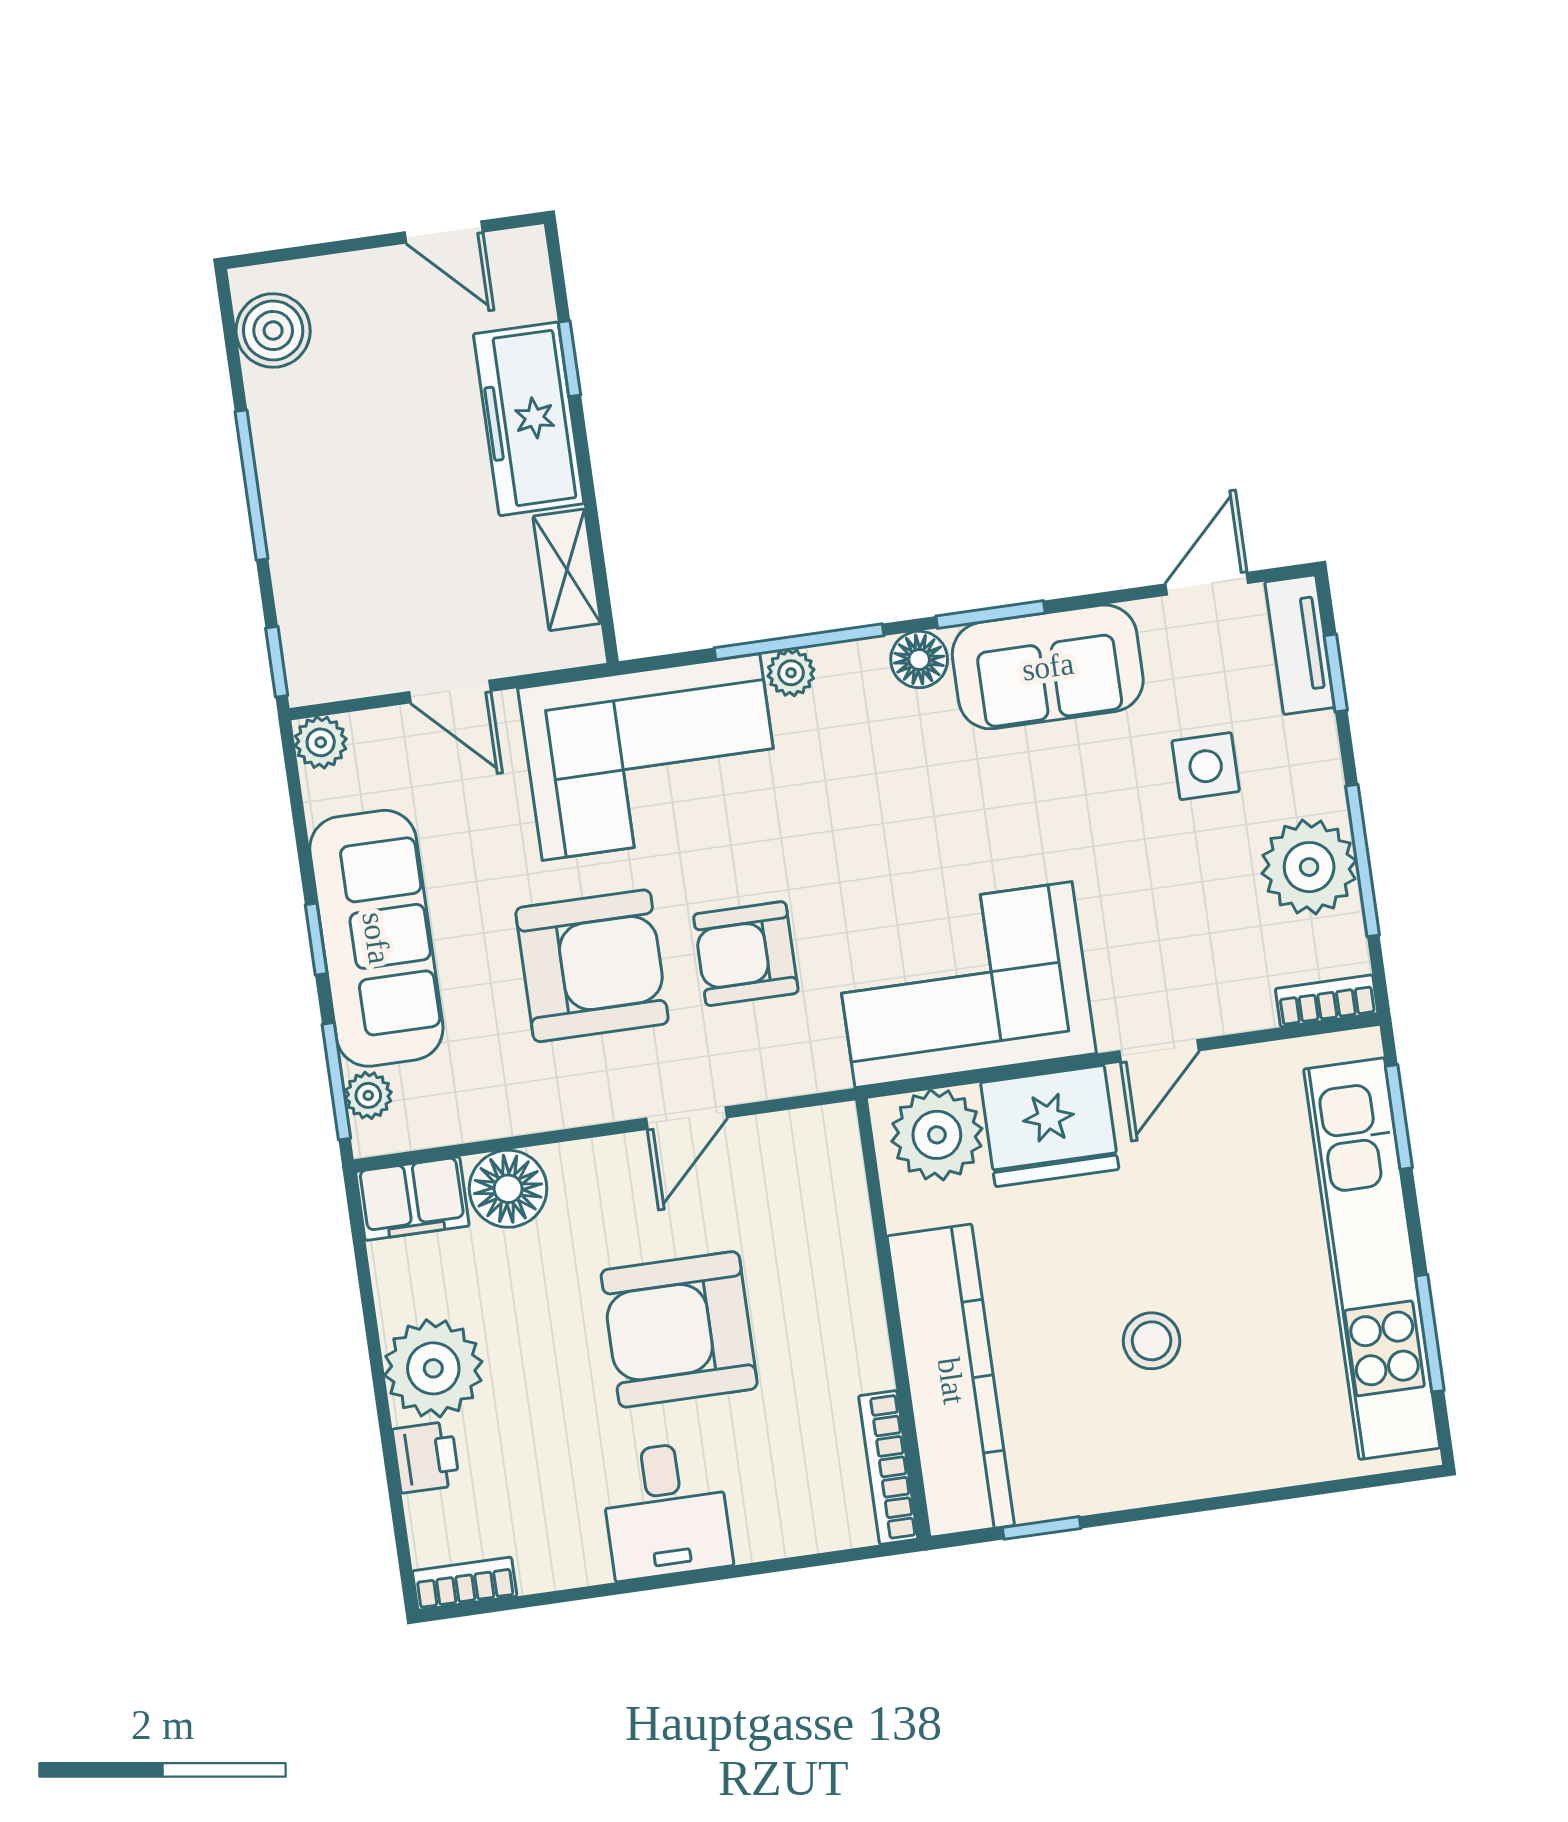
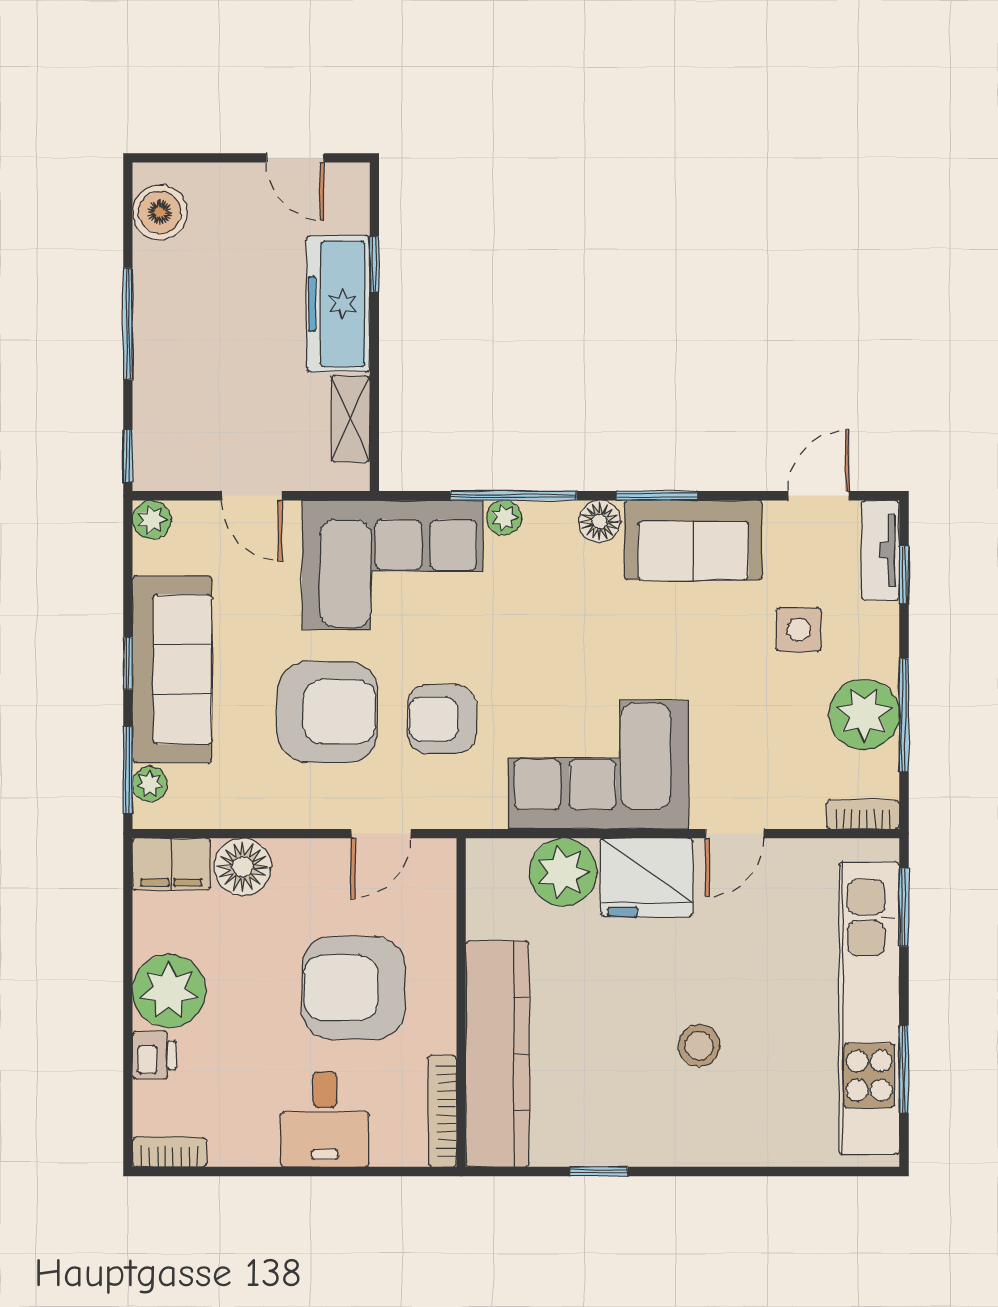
wall: (893, 1319) -> (461, 1003), moved
kitchen counter: (951, 1381) -> (497, 1054), moved
bookcase: (888, 1467) -> (442, 1111), moved

